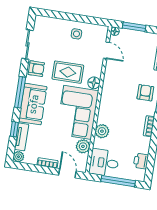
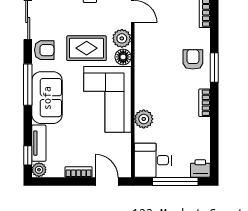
window: (14, 129) -> (28, 155), moved
plant: (83, 146) -> (122, 38), moved
printer: (141, 161) -> (200, 168), moved, turned 90

